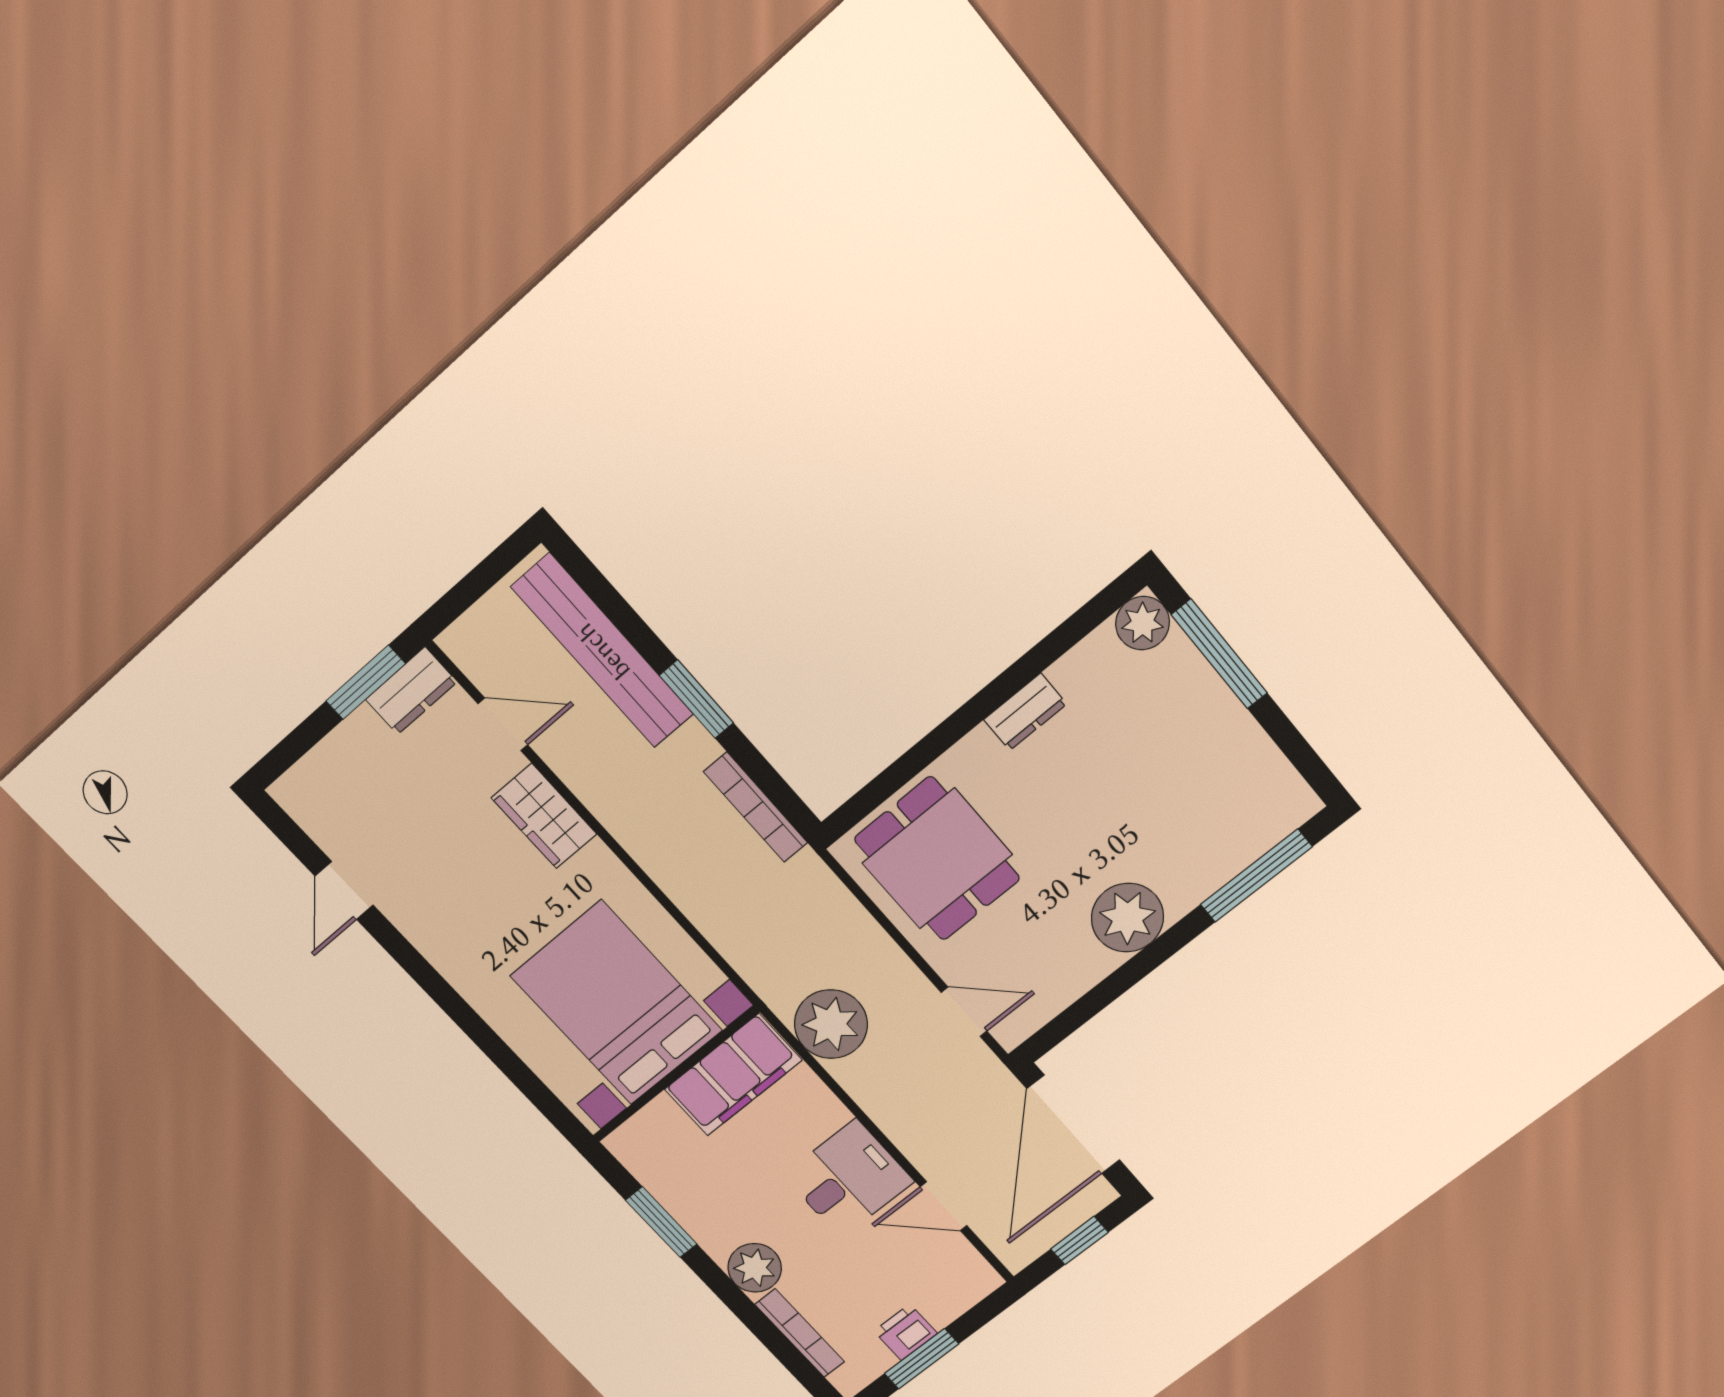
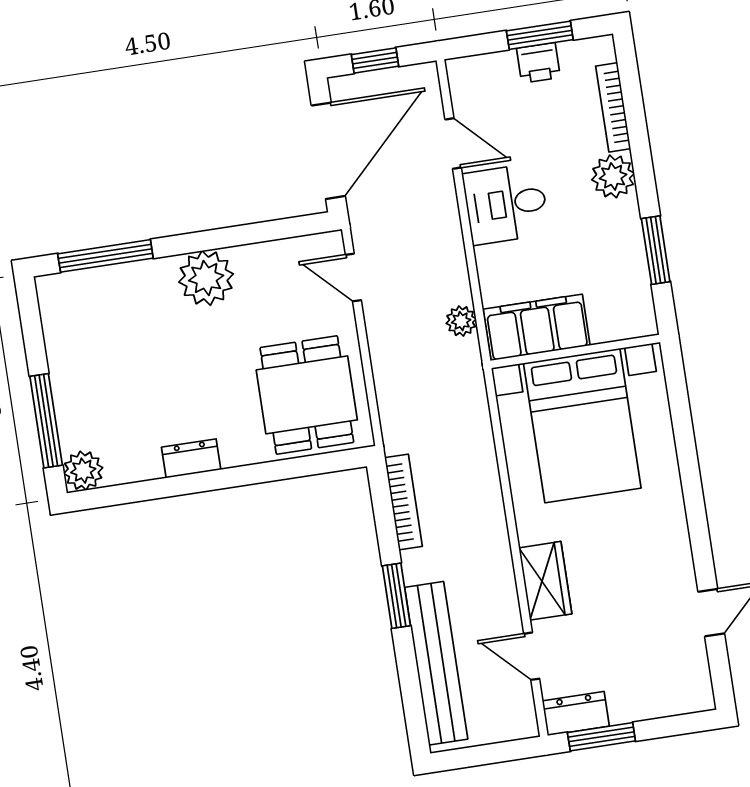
plant: (831, 1024) -> (461, 321), width x0.53, depth x0.53

